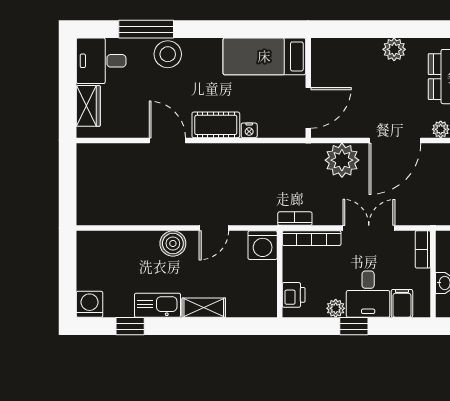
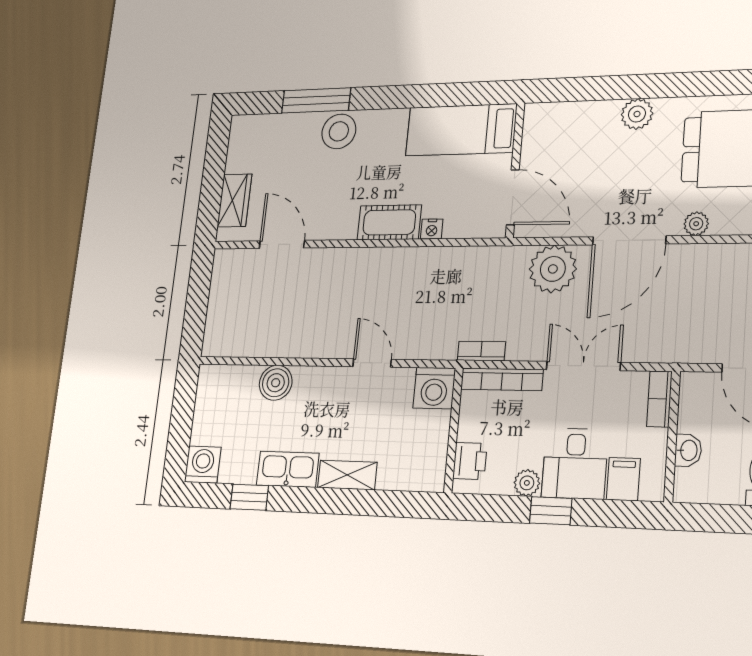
desk: (101, 61) -> (257, 143), removed
door: (308, 108) -> (513, 197), hinge flipped
door: (167, 140) -> (282, 244), moved
door: (214, 228) -> (372, 363), swing flipped
boiler: (173, 243) -> (276, 383), moved

